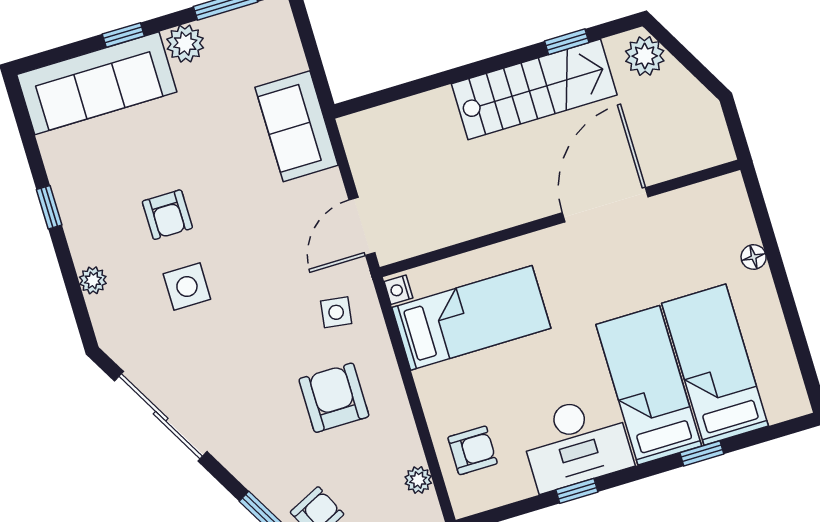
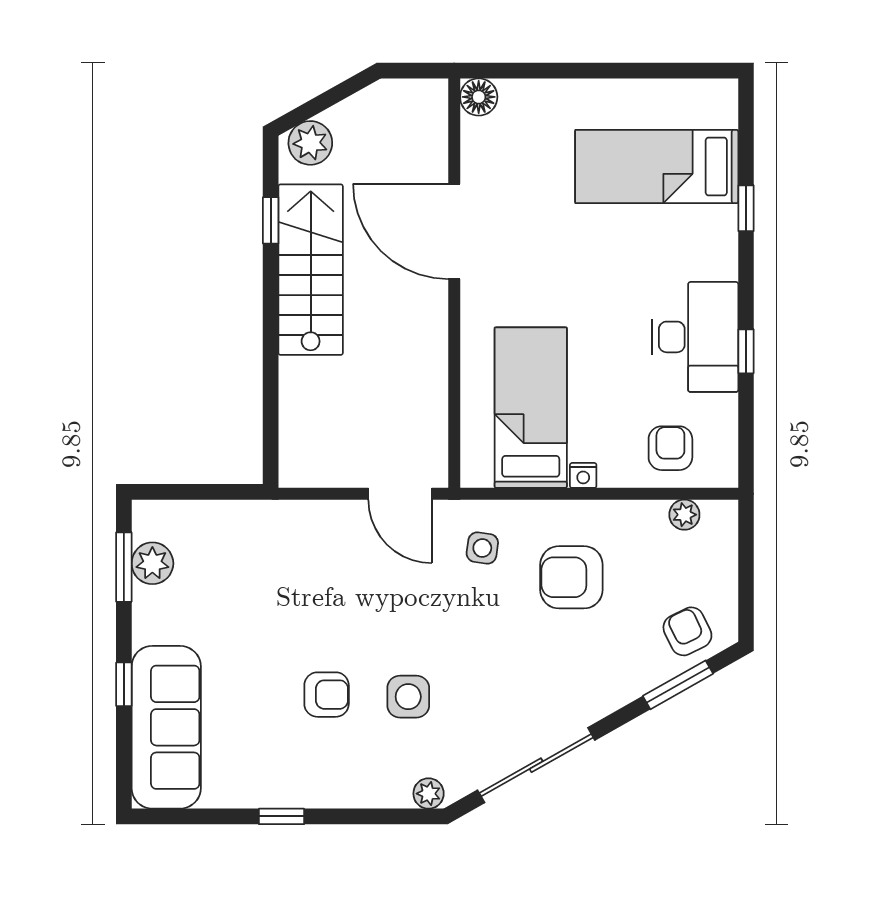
plant: (185, 44) -> (152, 563), moved
sofa: (297, 126) -> (274, 531), removed
floor lamp: (754, 257) -> (479, 97), moved, width x1.37, depth x1.37
plant: (93, 280) -> (429, 794), moved
nightstand: (398, 290) -> (583, 475), moved
bed: (649, 385) -> (658, 243), removed

